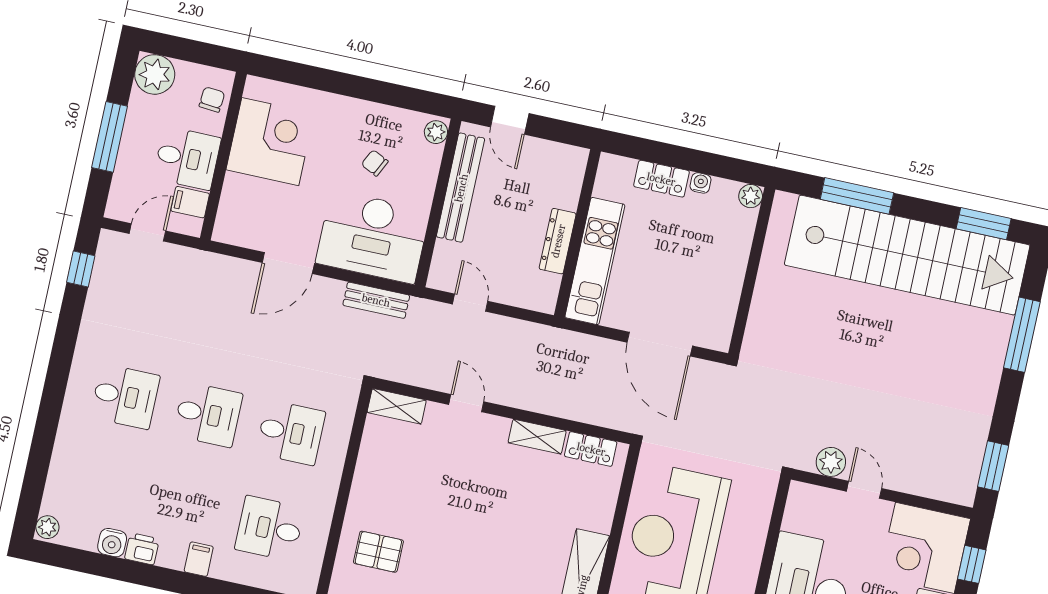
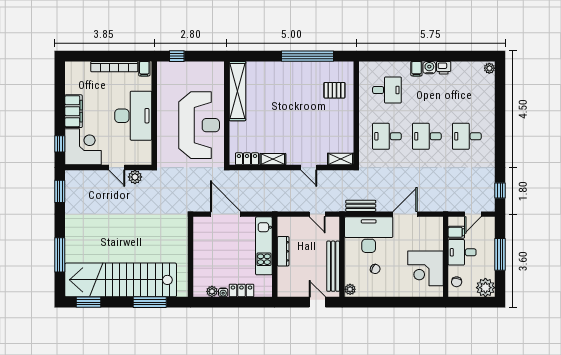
plant: (751, 196) -> (212, 291), moved
water cooler: (112, 543) -> (429, 68), moved

